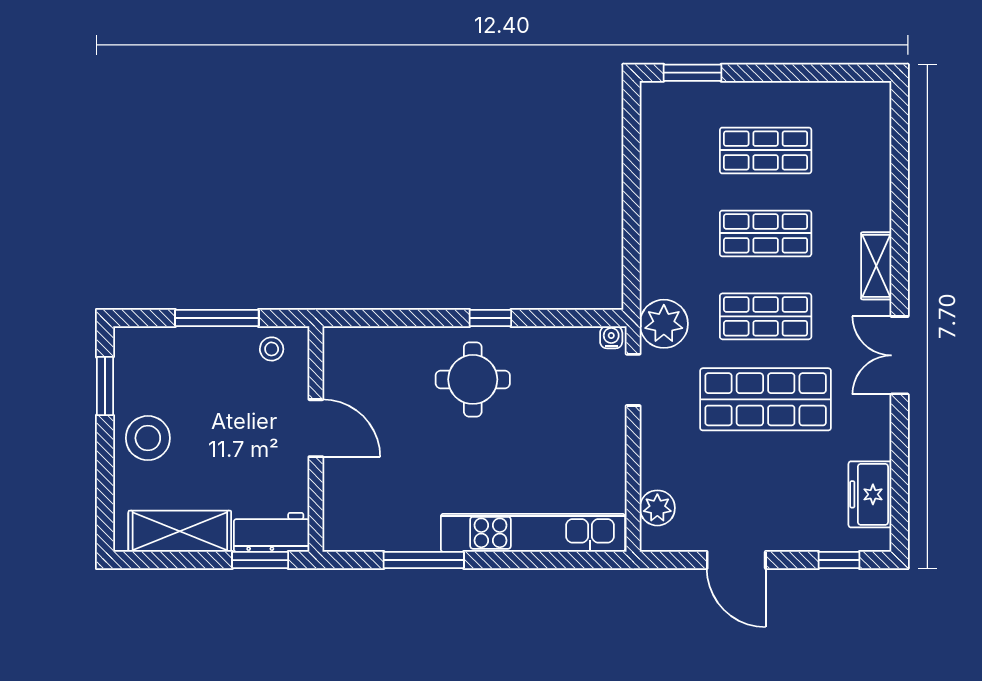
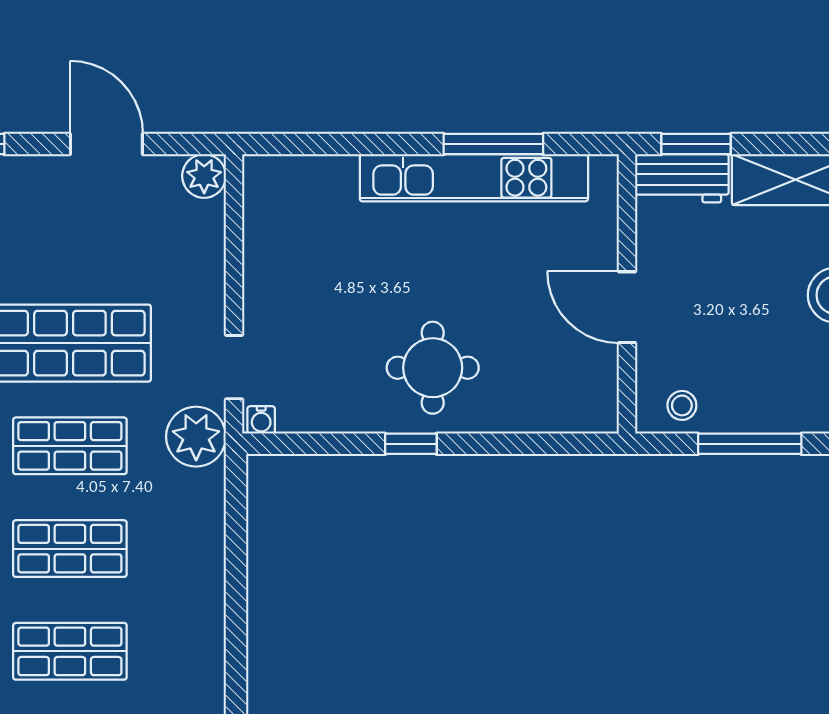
plant: (657, 508) -> (204, 176), moved
kitchen unit: (533, 533) -> (474, 178), moved

